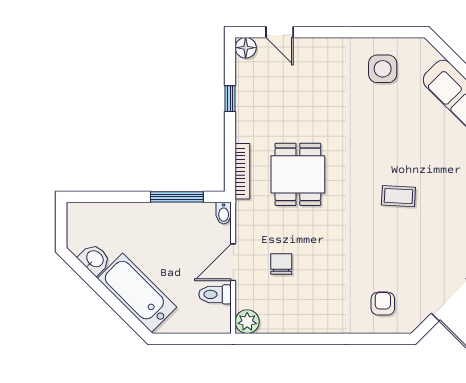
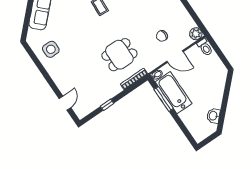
floor lamp: (246, 48) -> (81, 113), removed
bathtub: (137, 293) -> (174, 93), moved, turned 135
toilet: (215, 294) -> (205, 47), moved

